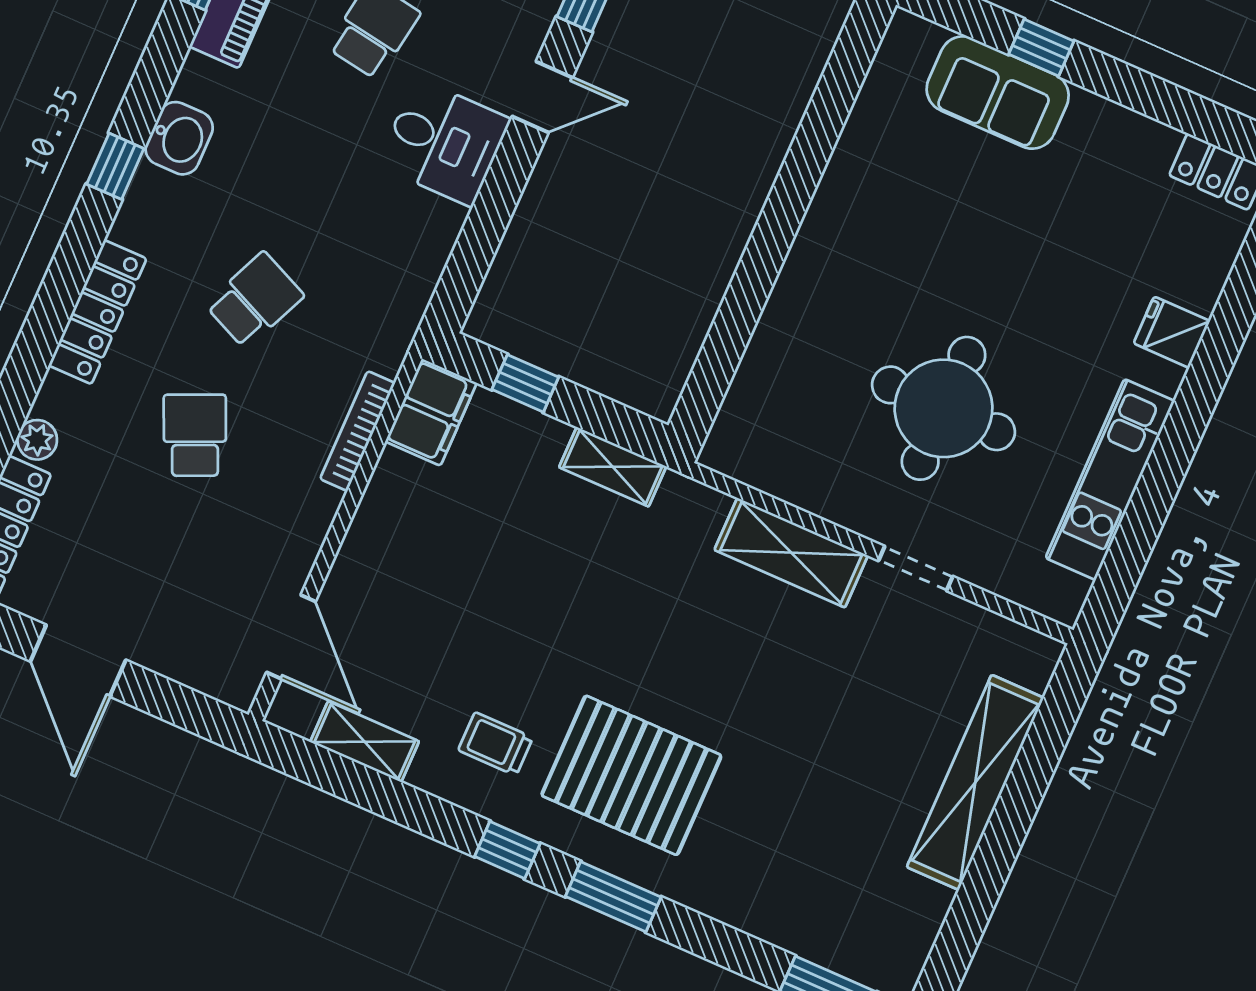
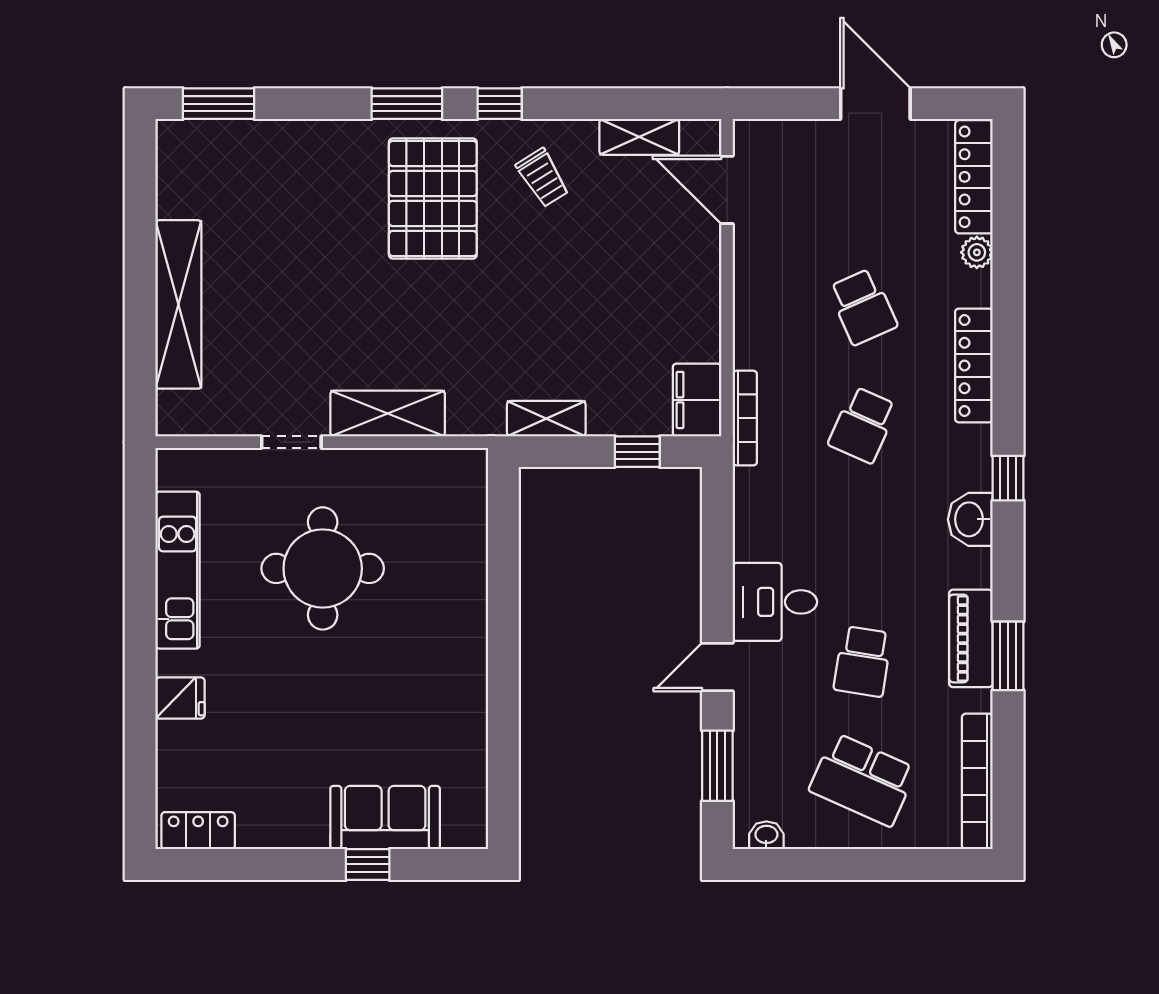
bookcase: (358, 431) -> (745, 418), moved
trolley: (495, 744) -> (543, 178), turned 58
pallet: (631, 775) -> (433, 199), turned 90

